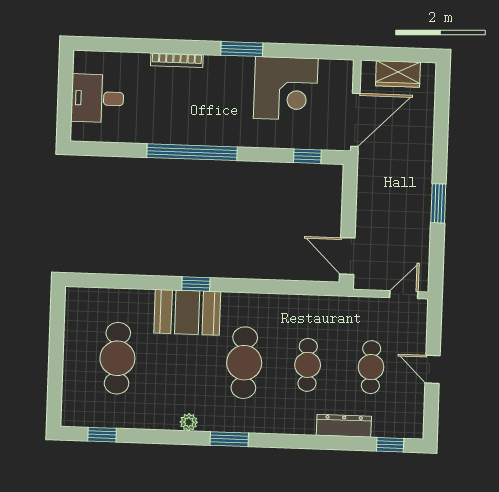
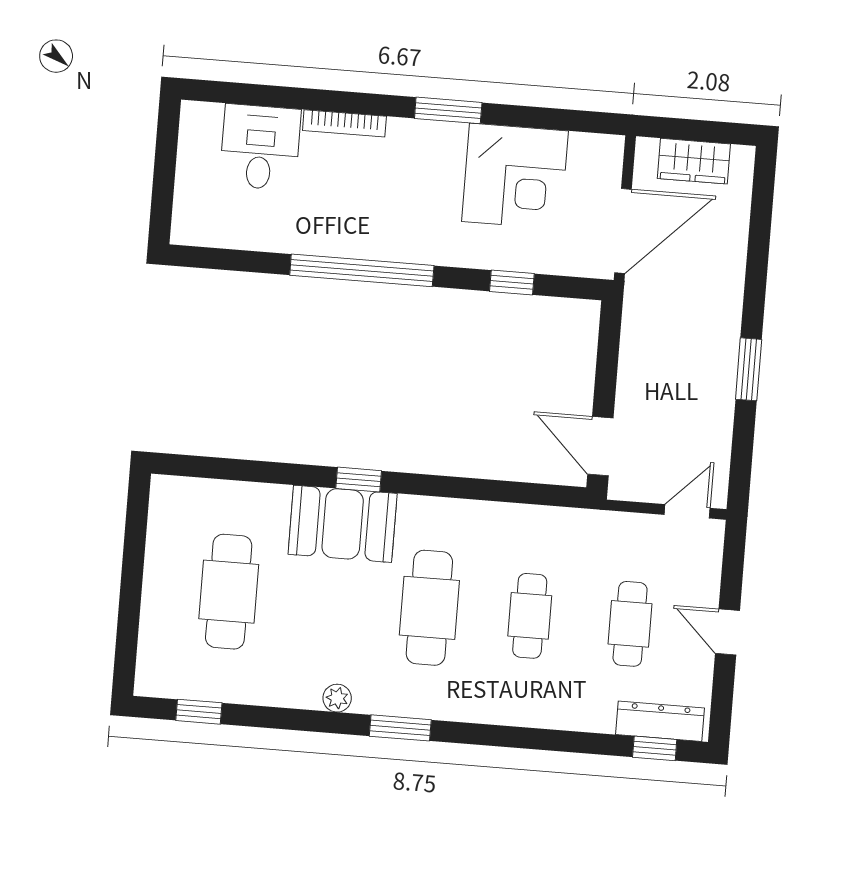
desk: (97, 98) -> (260, 147), moved, turned 90
window: (307, 156) -> (512, 282), moved
dresser: (344, 426) -> (660, 721), moved

